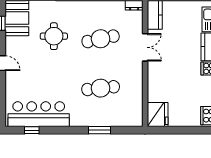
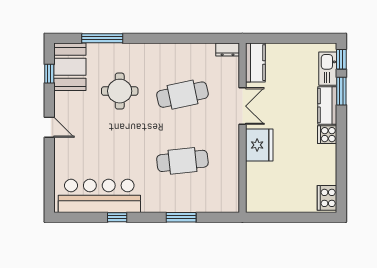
fridge: (158, 114) -> (259, 145), moved
window: (32, 130) -> (117, 217), moved

